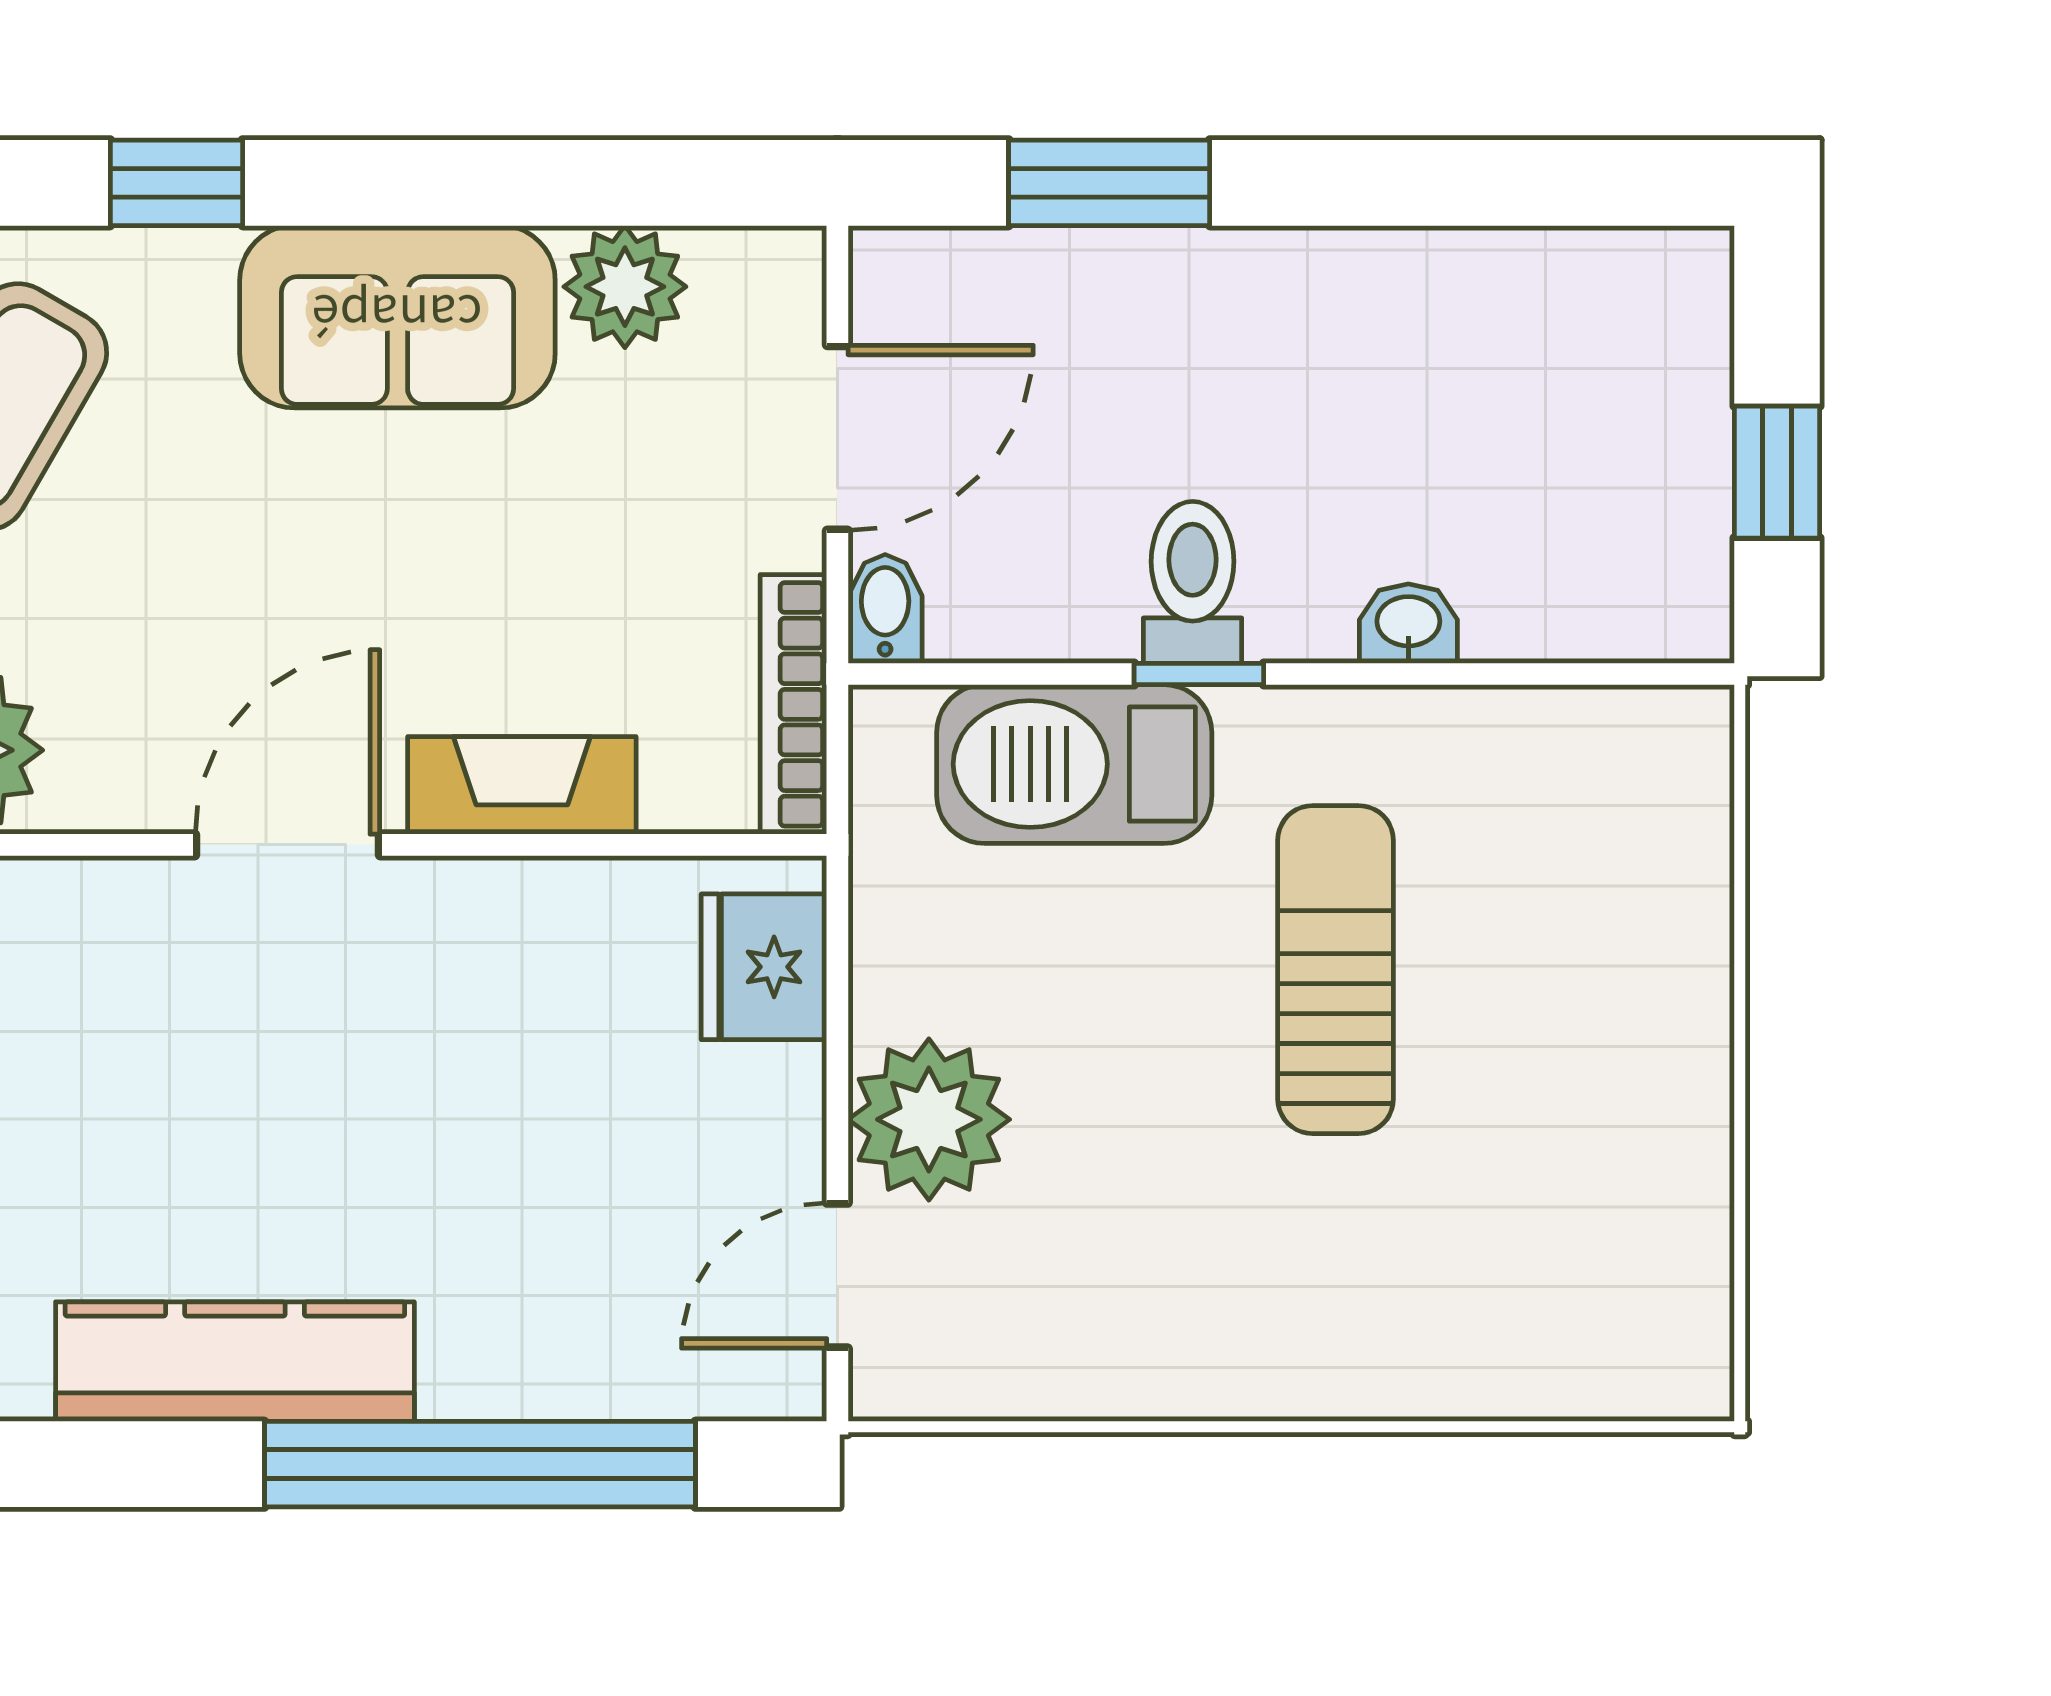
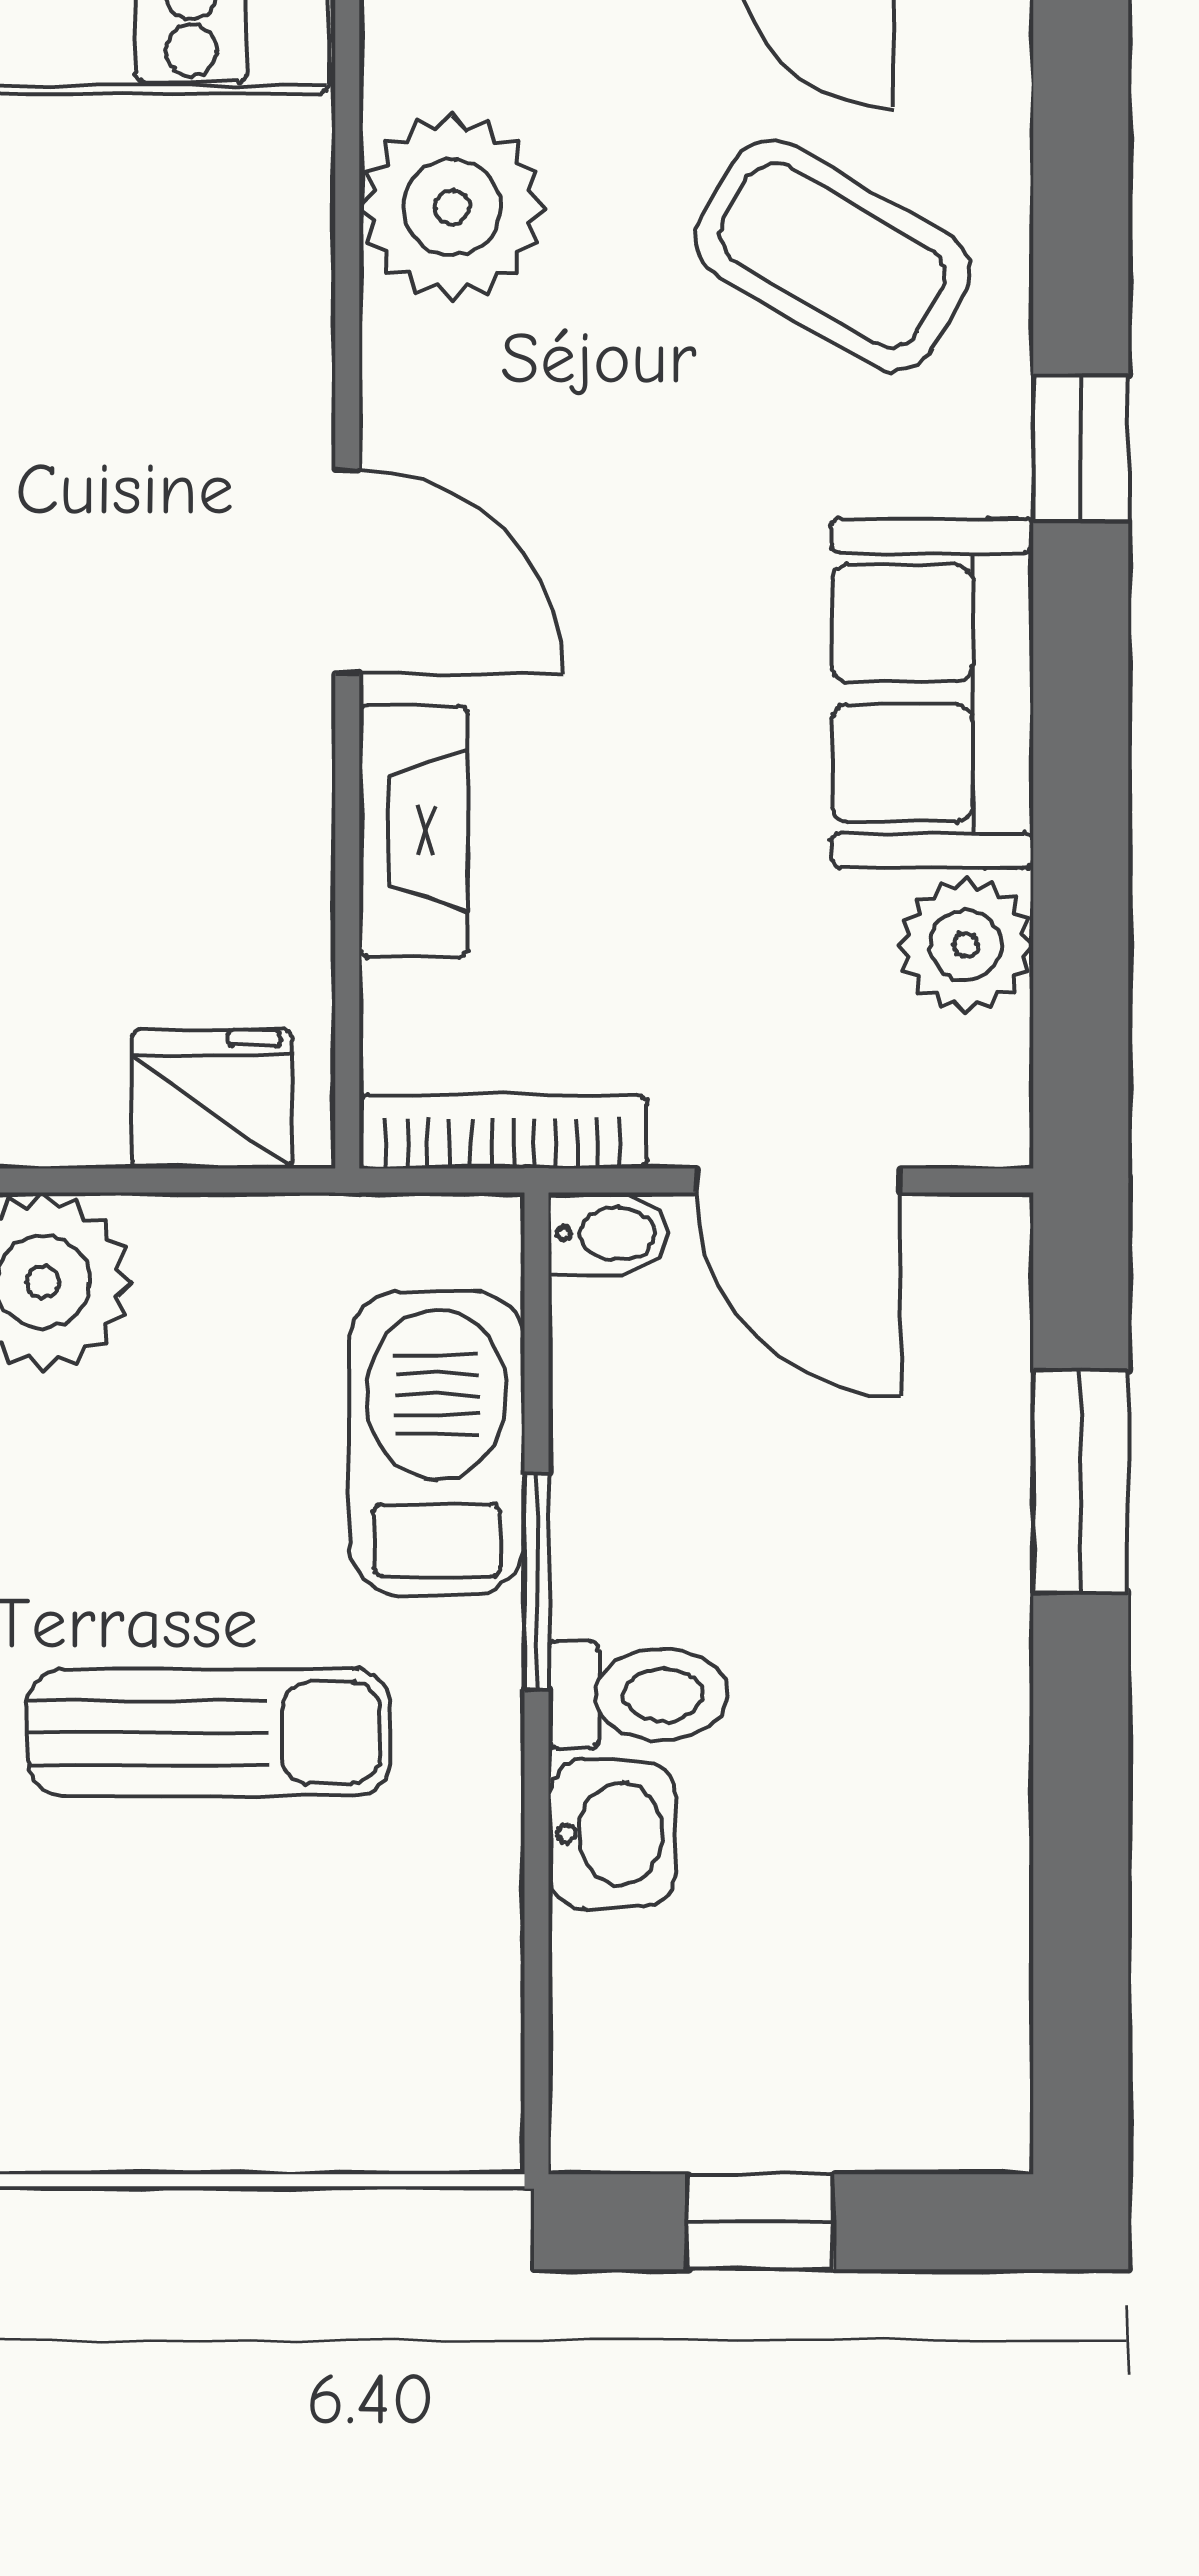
toilet: (1193, 582) -> (638, 1695), moved
washbasin: (1408, 624) -> (612, 1834), width x1.38, depth x1.45
window: (1199, 674) -> (537, 1581), width x1.50

